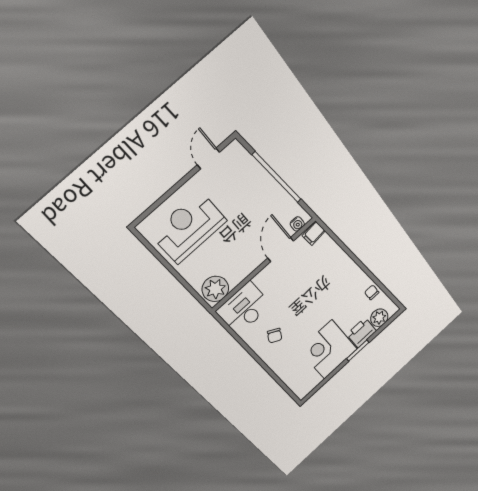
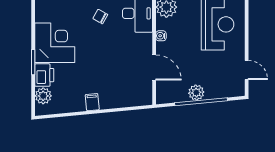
plant: (272, 190) -> (196, 93), added
water cooler: (297, 224) -> (161, 36), moved
filing cabinet: (314, 233) -> (92, 102), moved
chair: (372, 292) -> (67, 105), removed

